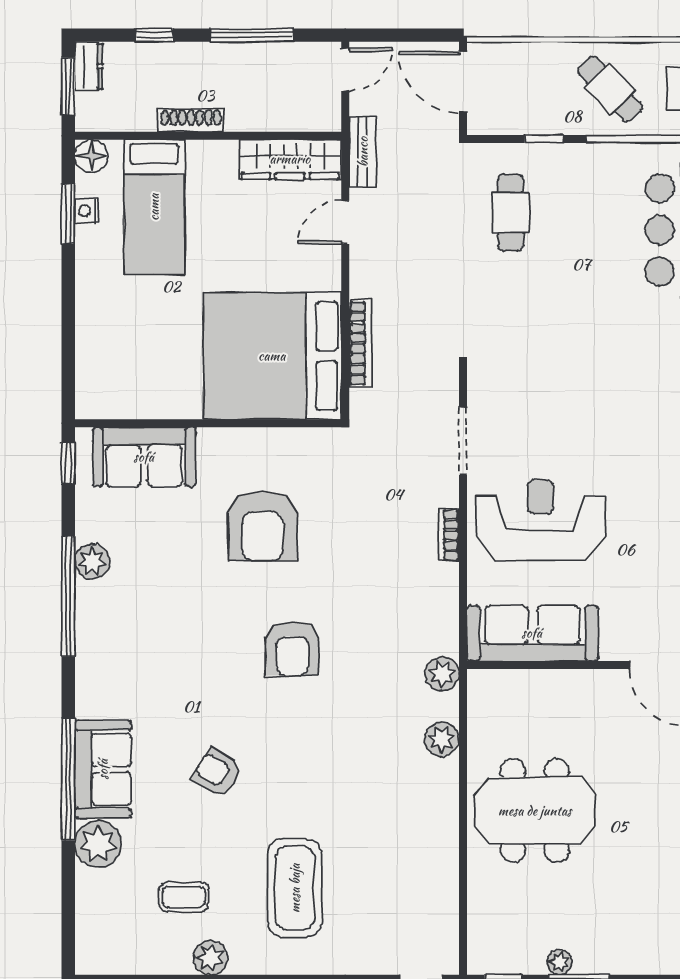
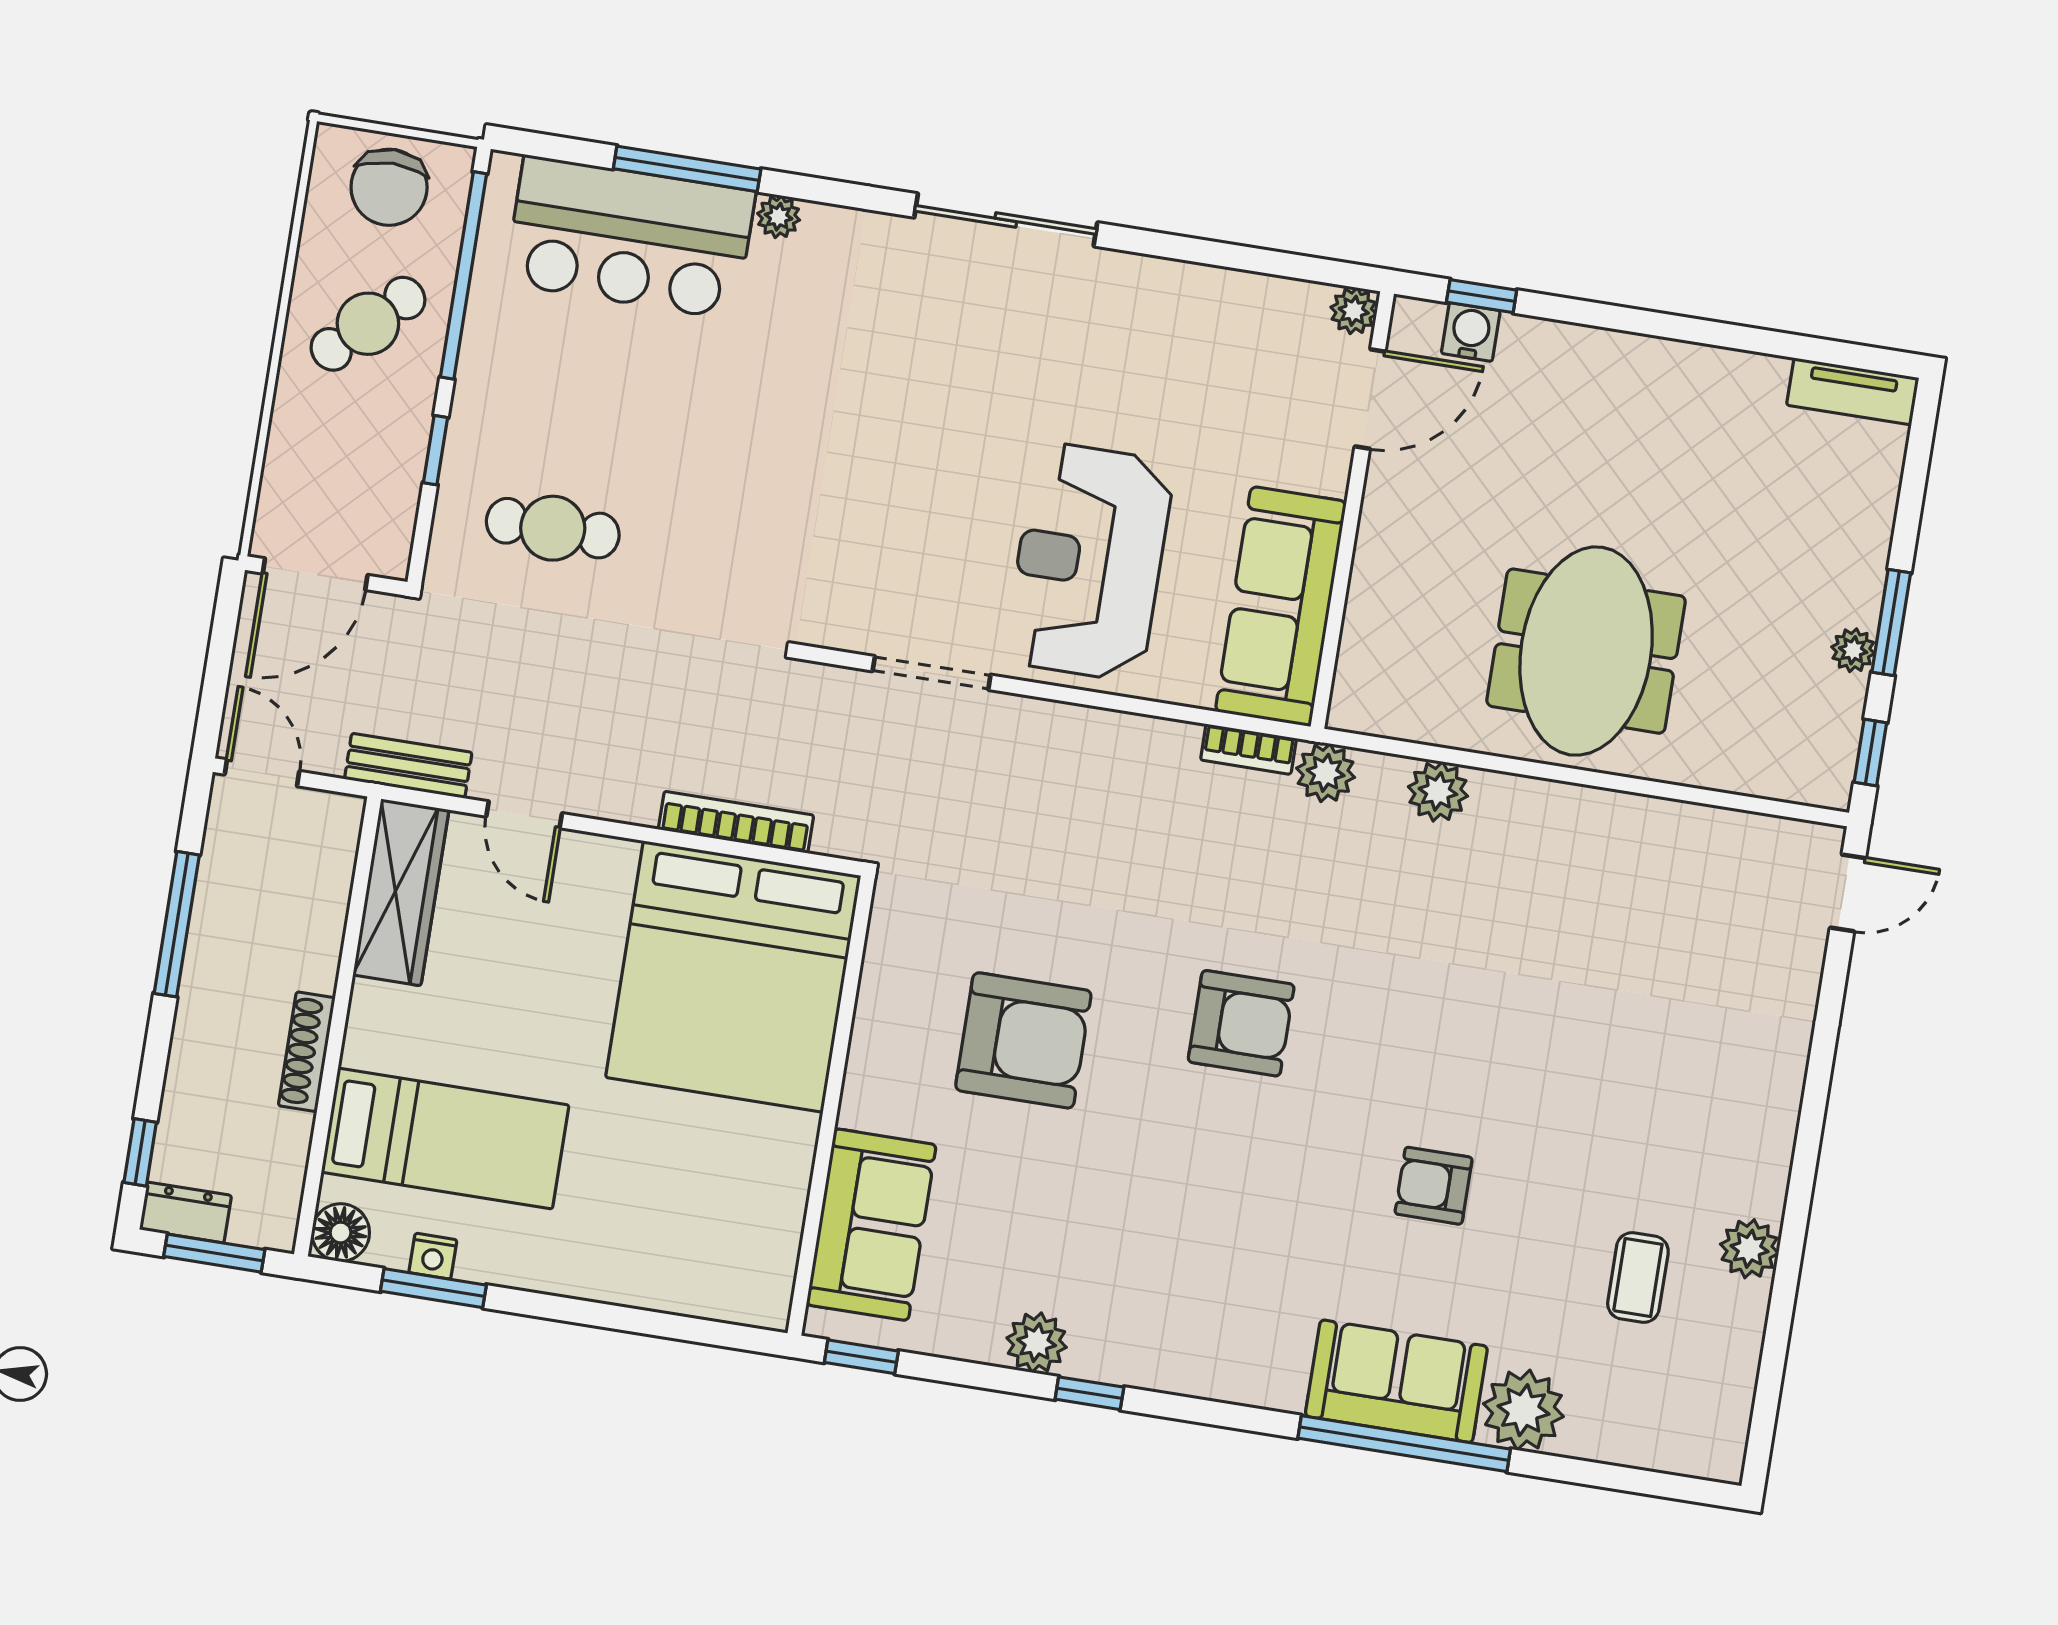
window: (154, 35) -> (140, 1152), moved
bookcase: (448, 535) -> (1248, 749), moved
window: (68, 596) -> (1089, 1393), width x0.32
armchair: (217, 773) -> (1434, 1186), turned 58
coffee table: (295, 888) -> (1653, 1085), removed

